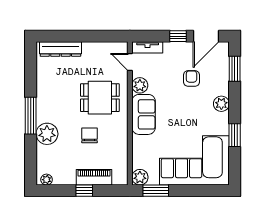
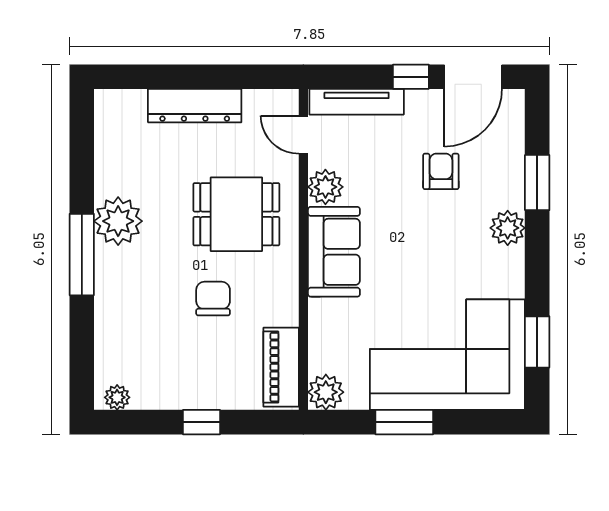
tv unit: (148, 47) -> (357, 102), width x1.41
dresser: (60, 49) -> (195, 106), moved
window: (235, 69) -> (537, 183), moved
plant: (47, 134) -> (118, 221), moved
window: (235, 135) -> (537, 342), moved
piano: (94, 177) -> (281, 367), moved, turned -90
window: (156, 191) -> (404, 422), moved

